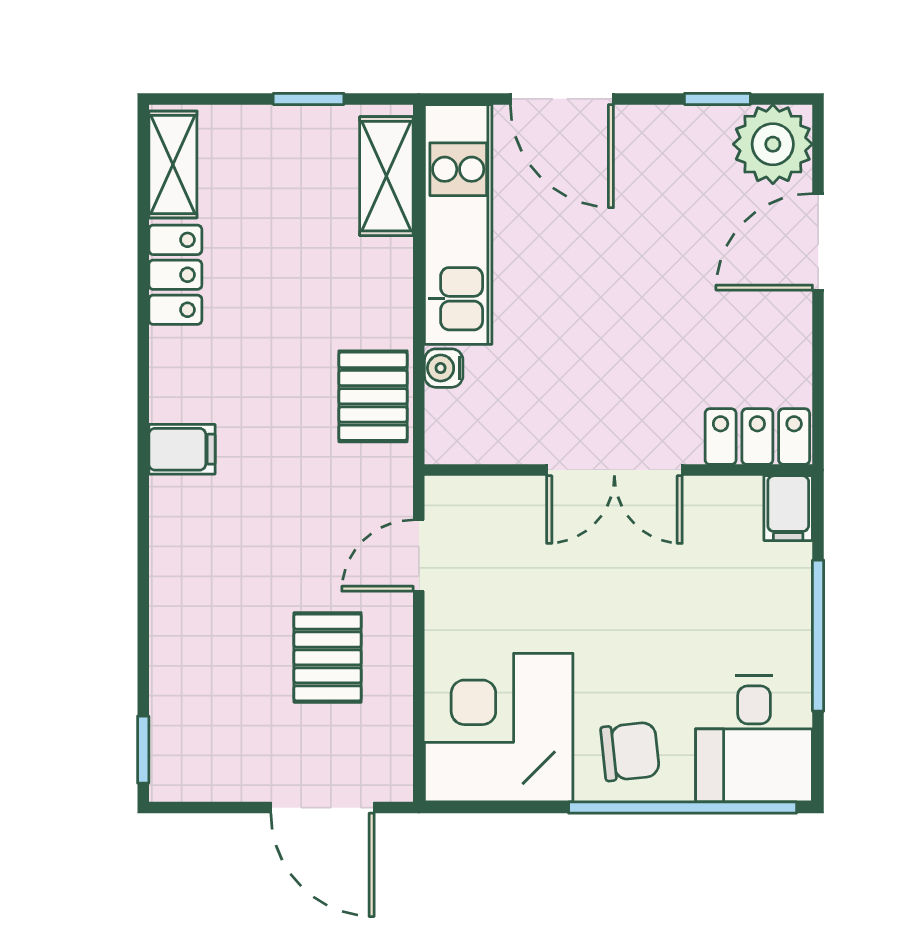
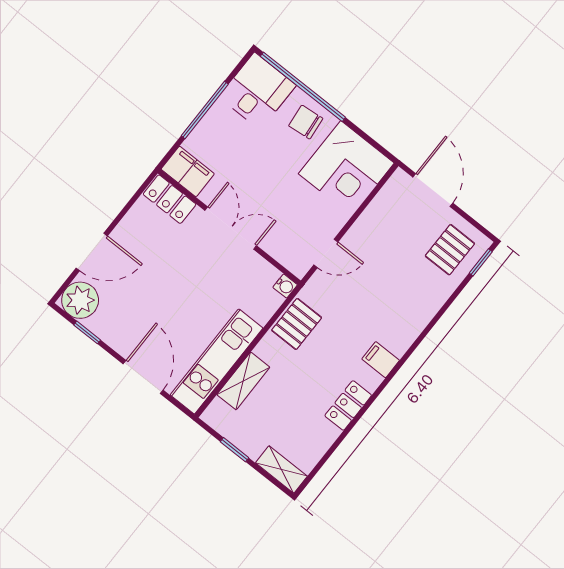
shelving: (173, 164) -> (281, 469), moved, turned 90
shelving: (386, 176) -> (243, 381), moved
locker: (175, 275) -> (348, 405), moved
water cooler: (444, 368) -> (285, 286), moved
filing cabinet: (788, 508) -> (188, 171), width x2.00
pallet: (328, 657) -> (450, 250), moved

